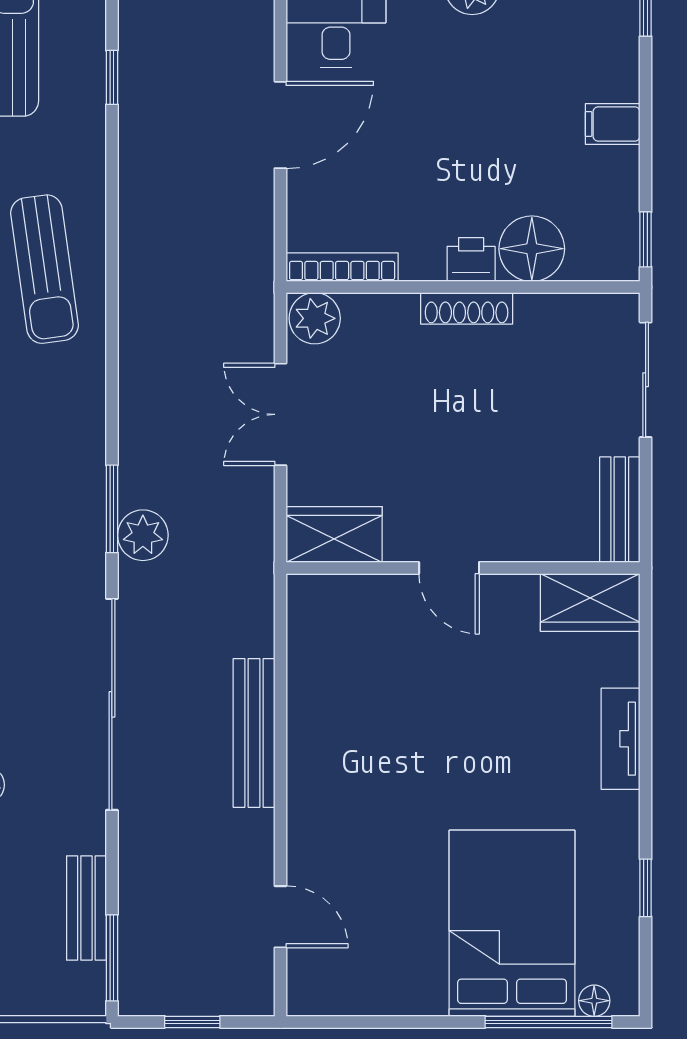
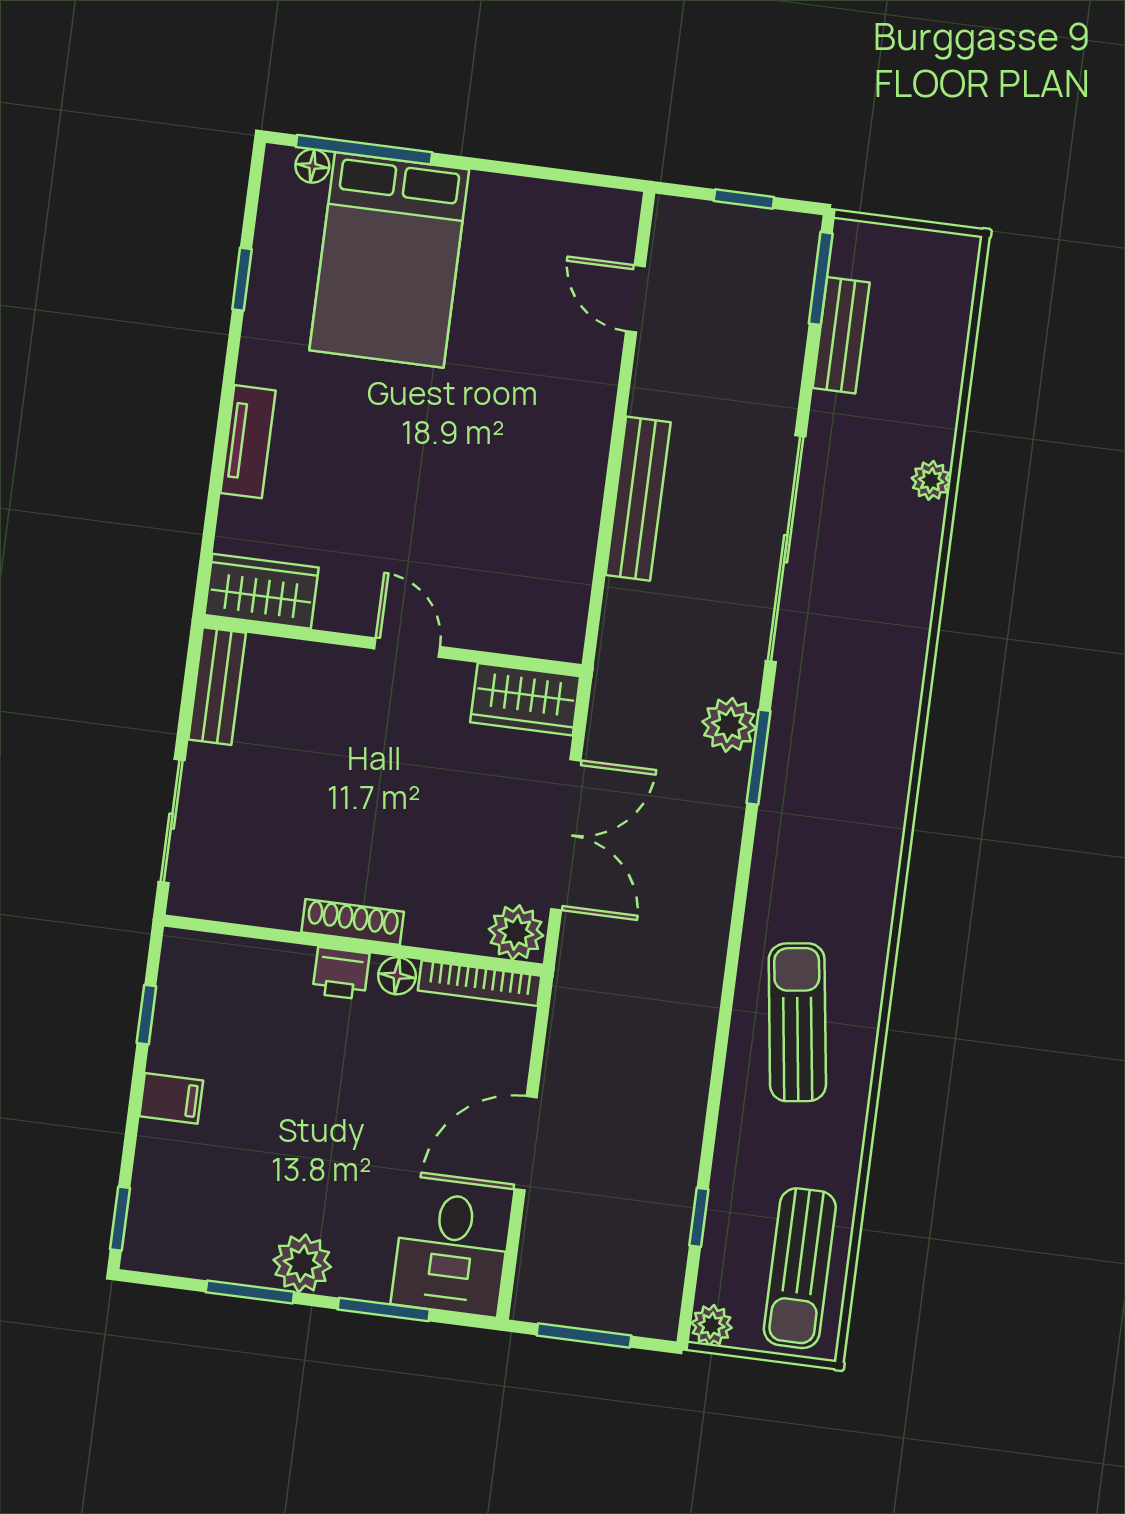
window: (646, 239) -> (146, 1015), moved
floor lamp: (532, 249) -> (397, 976), moved, width x0.53, depth x0.53
double door: (280, 414) -> (566, 835), width x1.37

